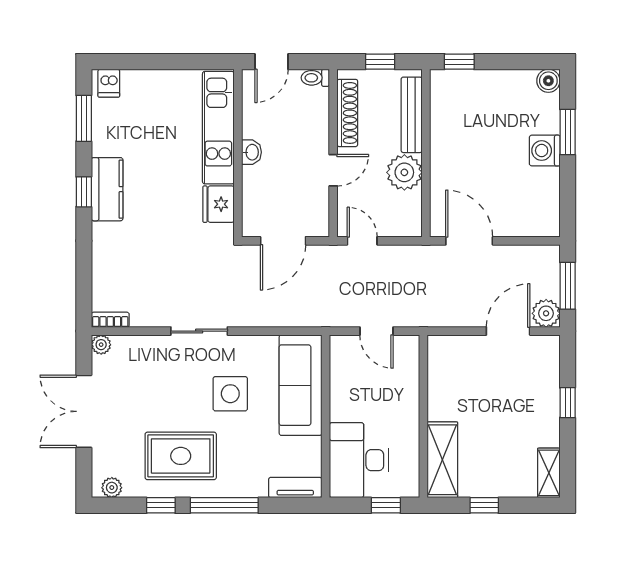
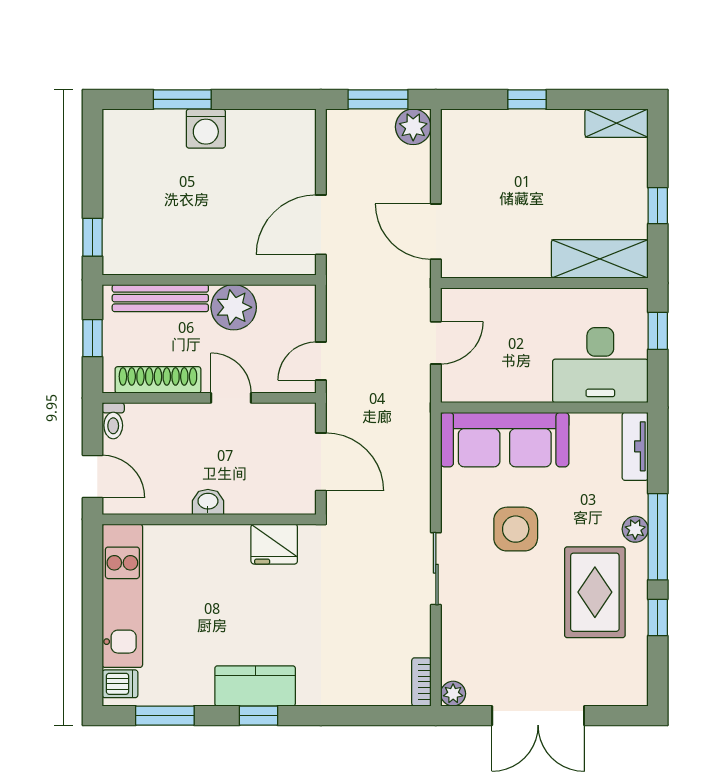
boiler: (548, 81) -> (117, 124), removed
kitchen unit: (218, 128) -> (122, 596), moved, turned -90
door: (508, 331) -> (436, 232), moved
plant: (112, 488) -> (635, 529), moved

